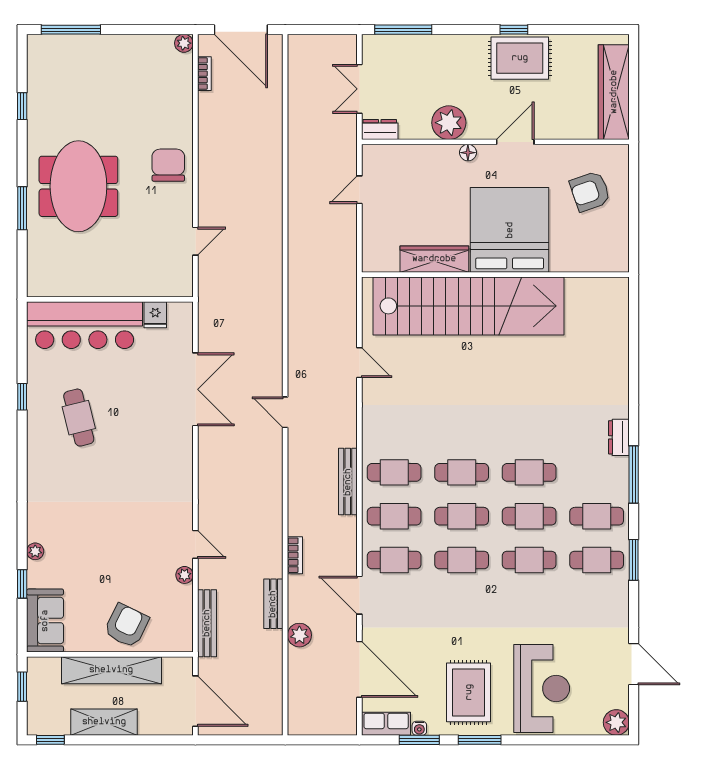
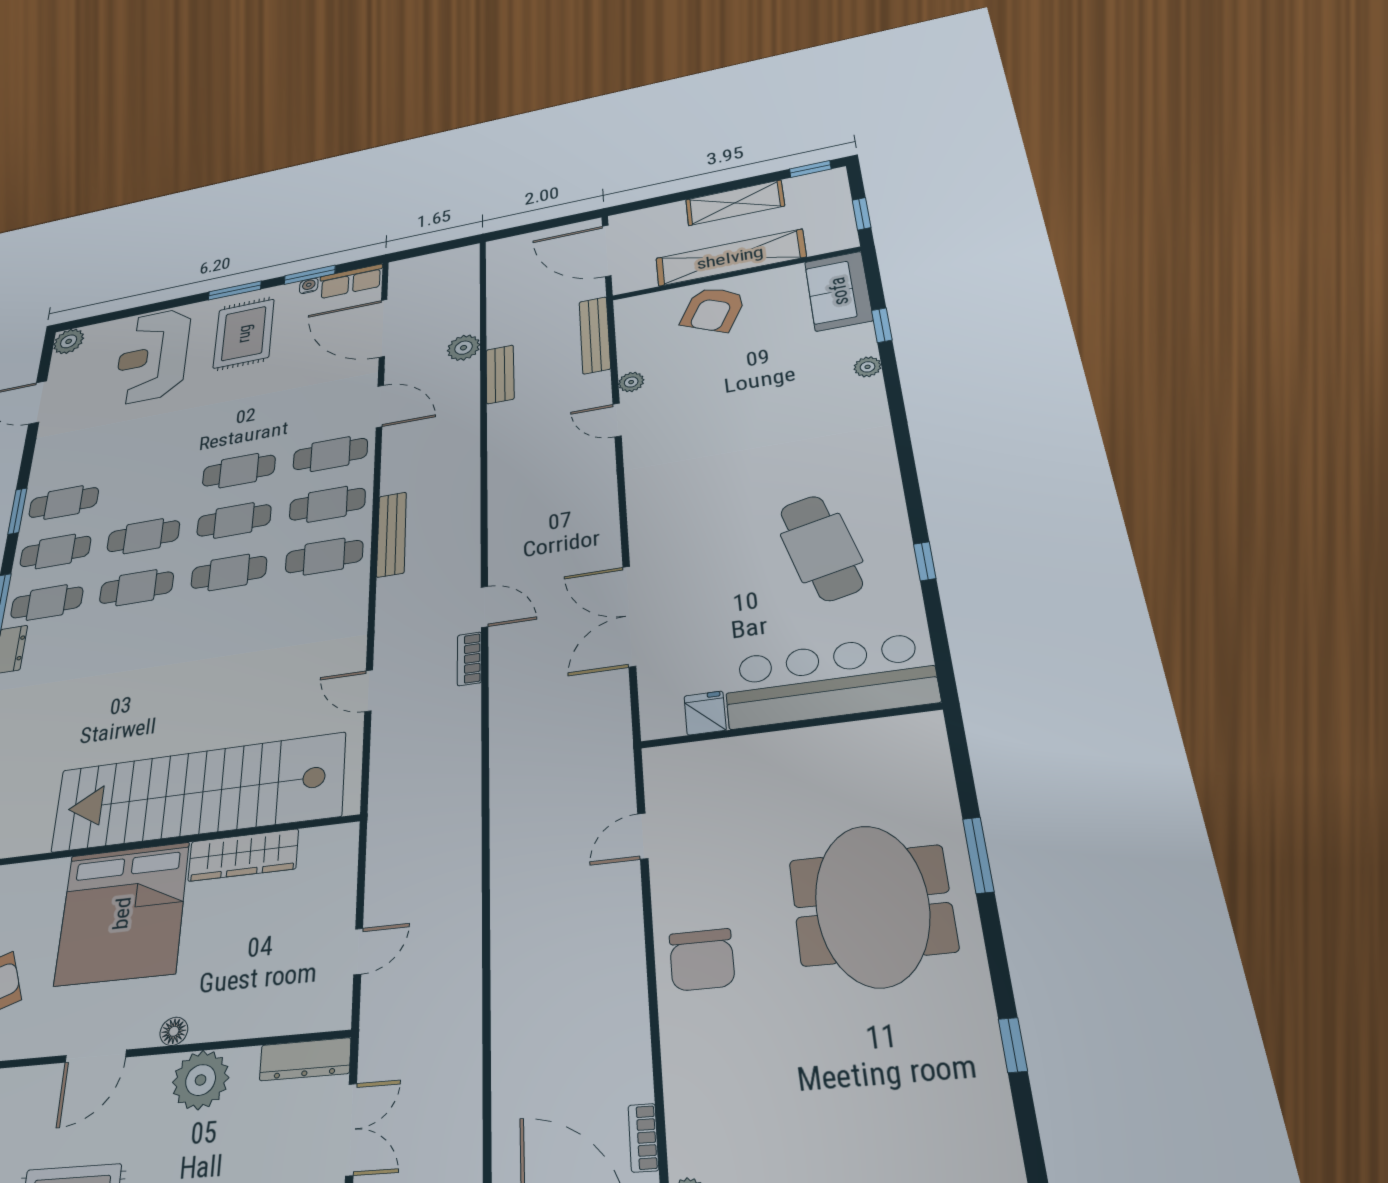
dresser: (380, 129) -> (305, 1059), width x1.44
cafe table: (79, 418) -> (821, 548), width x1.37, depth x1.35
bookcase: (295, 555) -> (469, 659), moved
cafe table: (529, 560) -> (47, 603), moved

